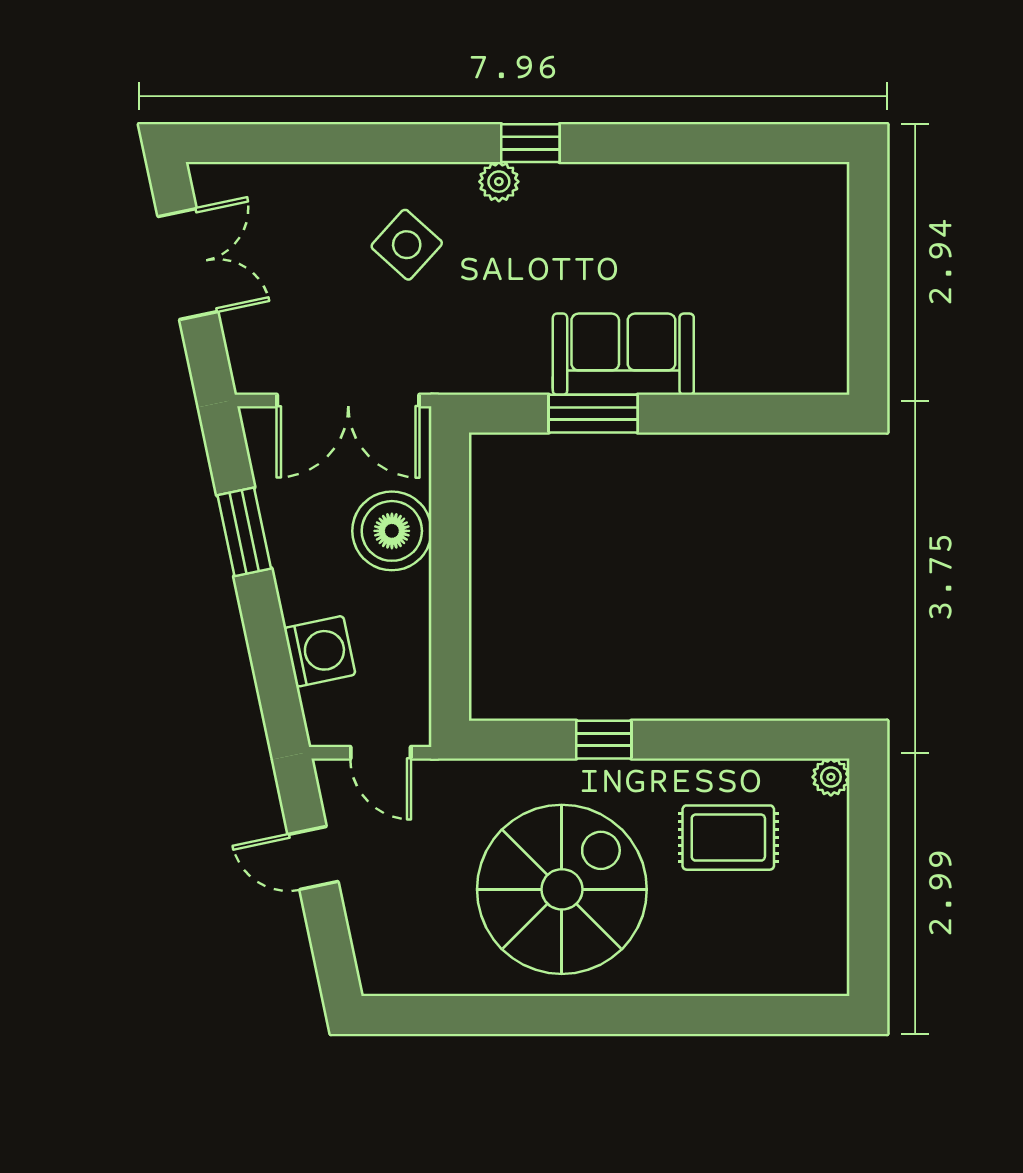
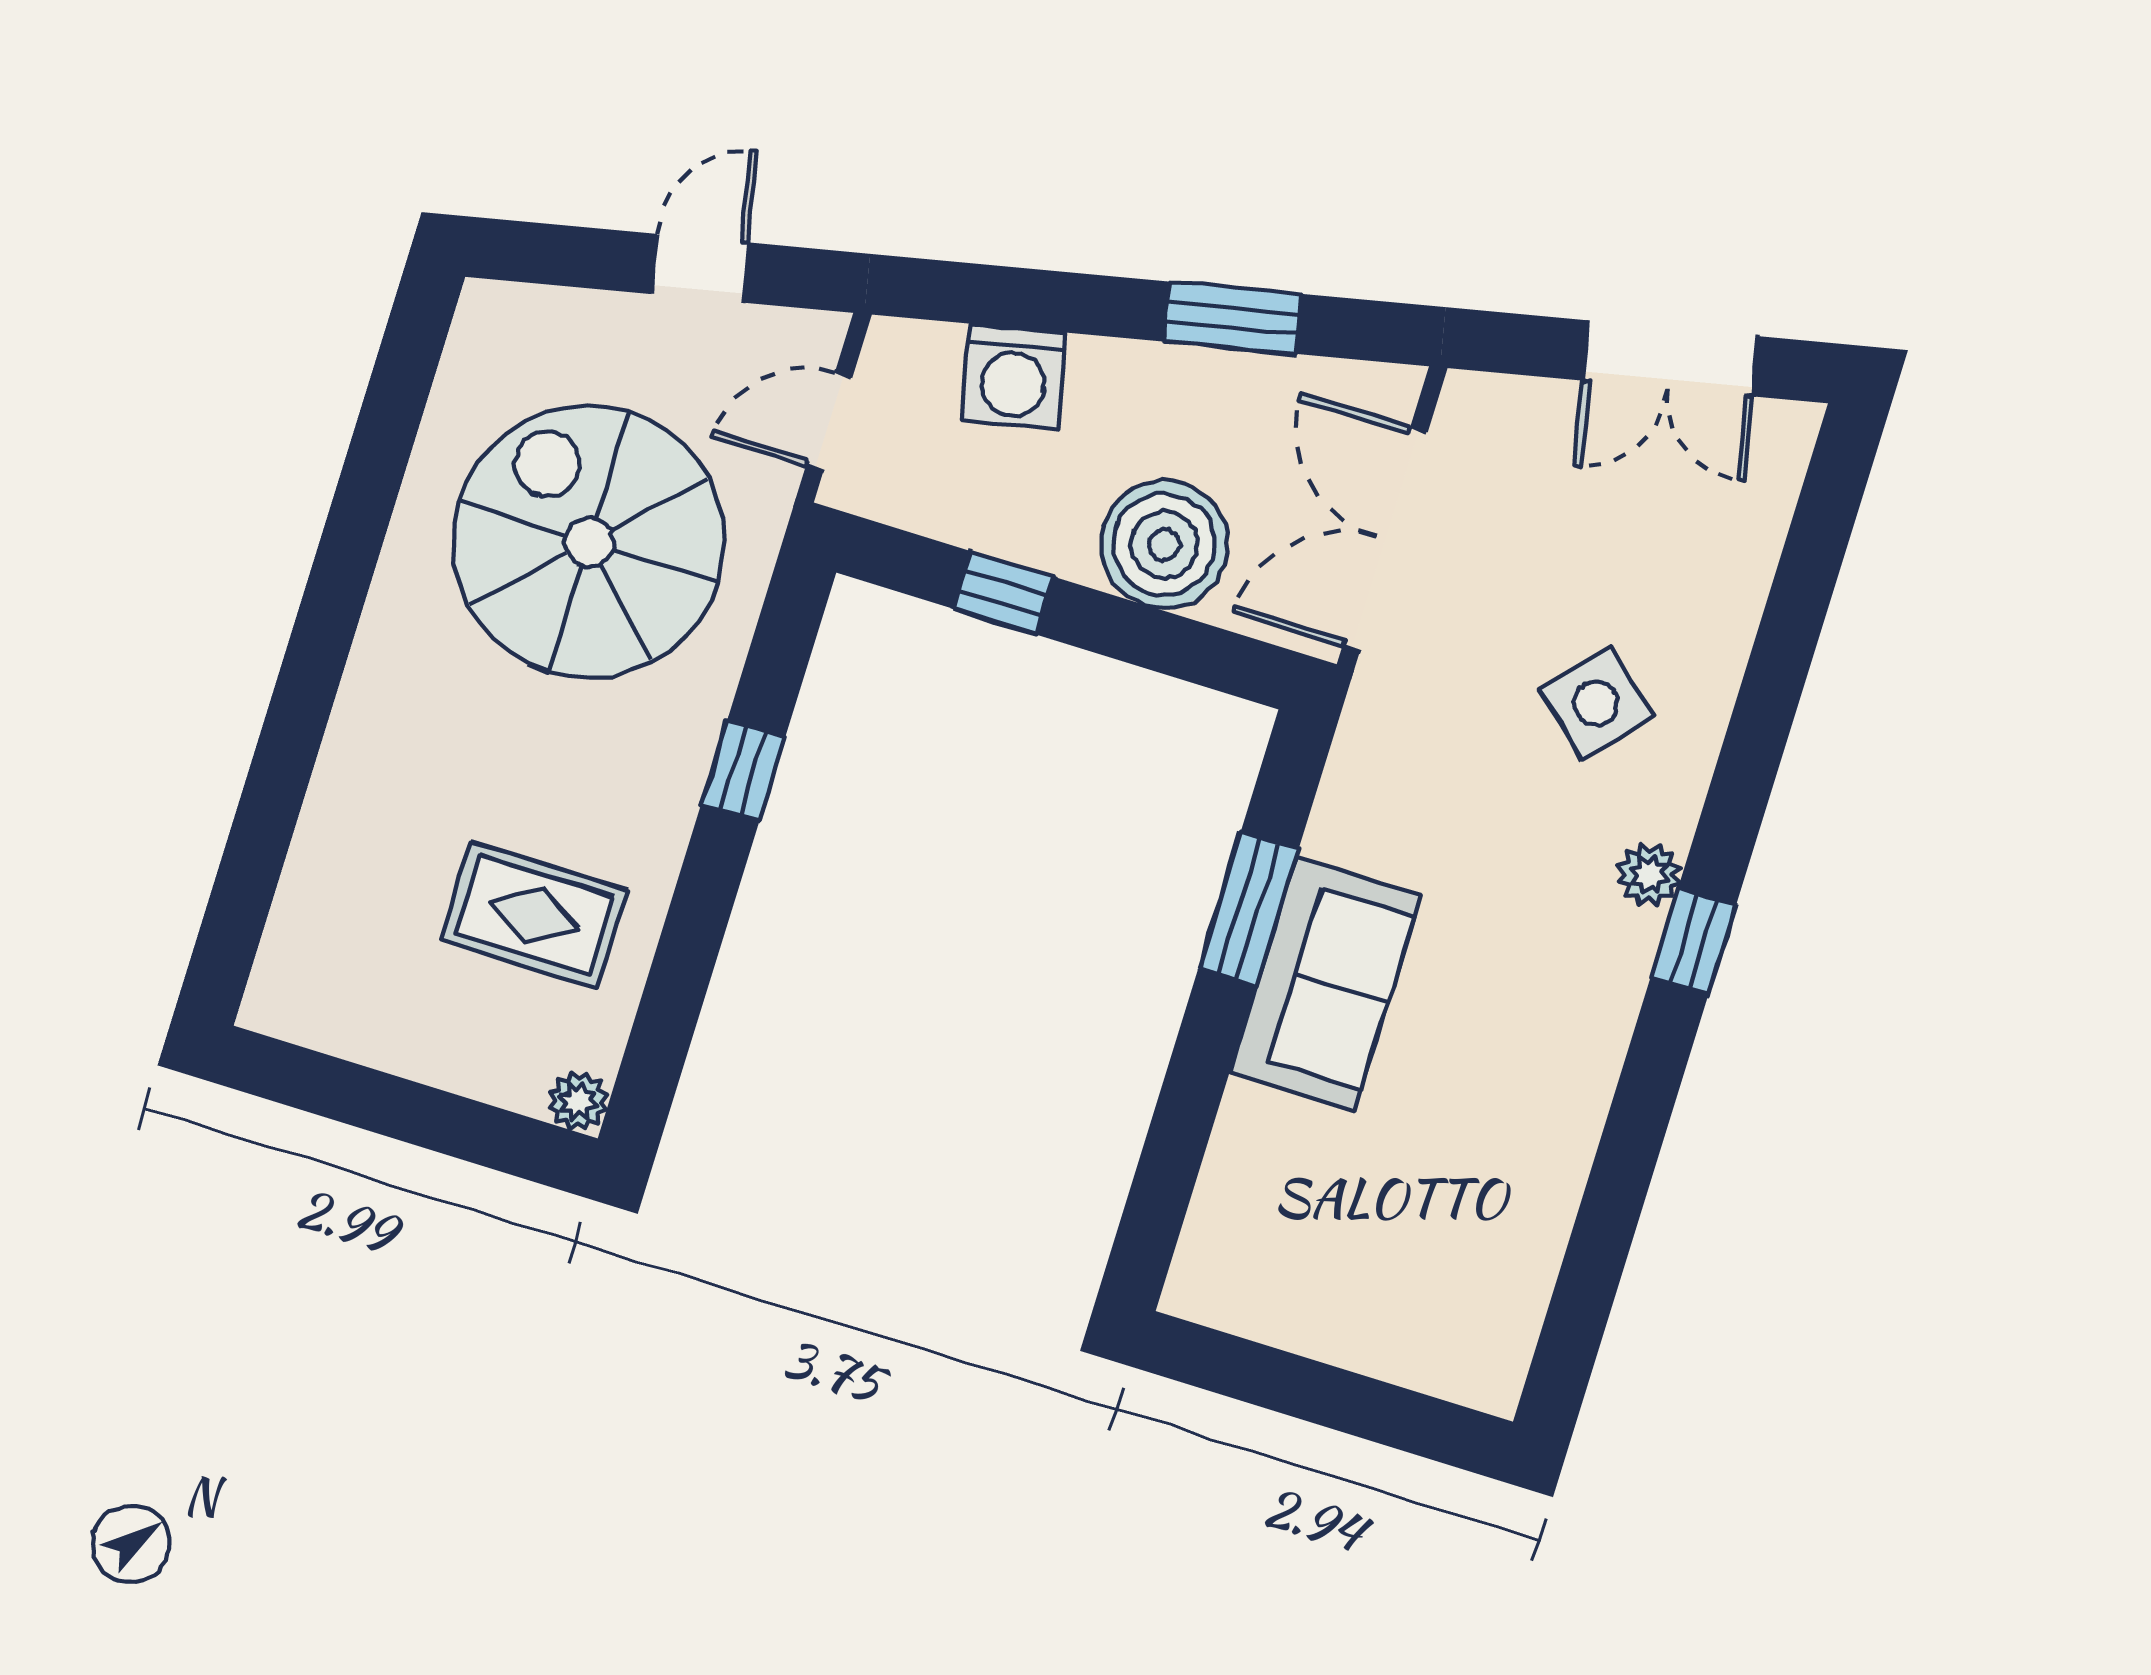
window: (450, 618) -> (1003, 593), added
rug: (728, 838) -> (534, 915), turned 90
spiral stairs: (562, 889) -> (589, 542), moved, turned 180

